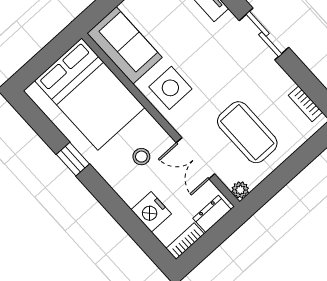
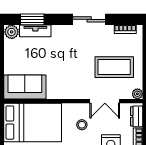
sliding door: (264, 34) -> (89, 19), moved
side table: (170, 88) -> (63, 84), removed

